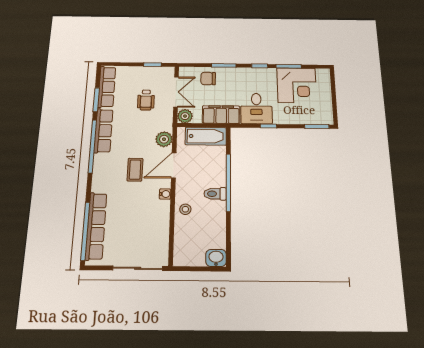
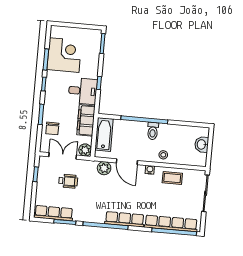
row of seats: (104, 131) -> (125, 219), moved
coffee table: (135, 170) -> (172, 178), moved
washbasin: (216, 258) -> (202, 144), moved

